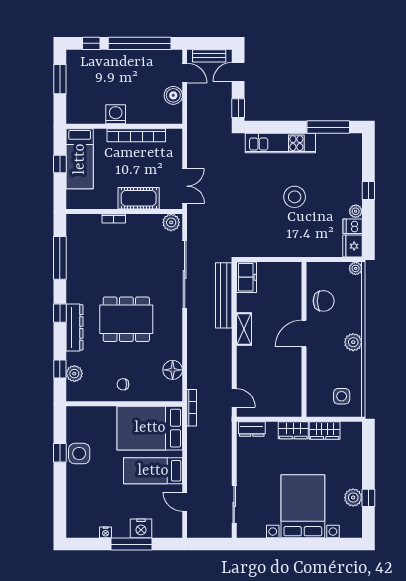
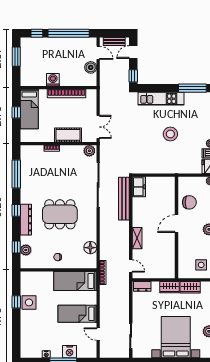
shelving: (244, 329) -> (137, 238), moved
bed: (150, 428) -> (75, 281), width x0.67

